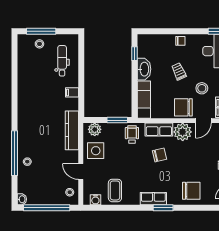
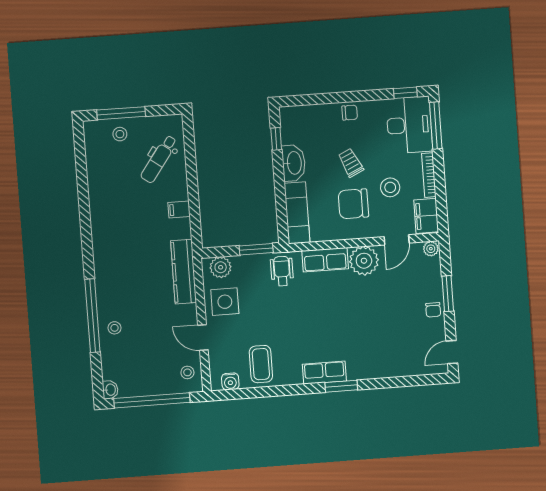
dental chair: (62, 61) -> (159, 159), turned -144
chair: (183, 107) -> (353, 204), moved
chair: (160, 155) -> (329, 301), removed
chair: (191, 191) -> (385, 355), removed

